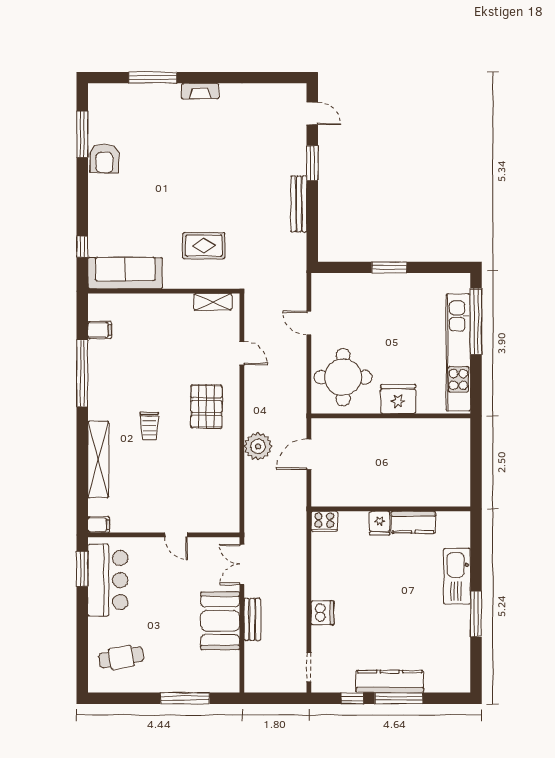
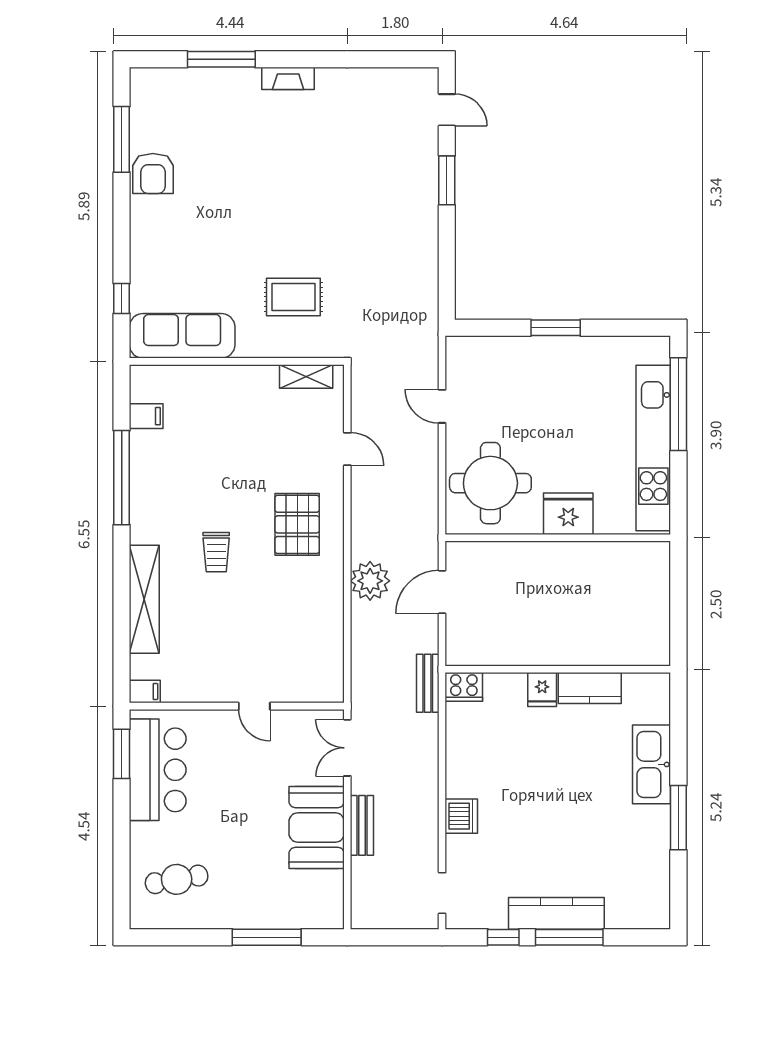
bench: (299, 204) -> (428, 683), moved, width x0.73

